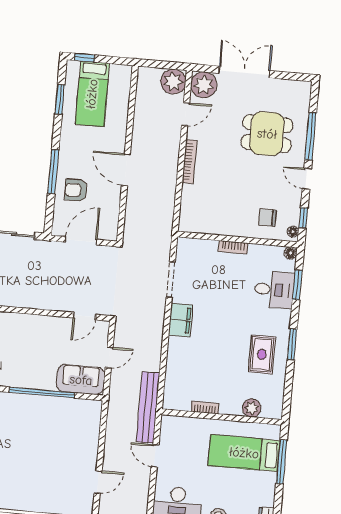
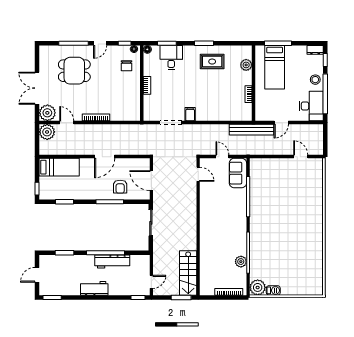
bed: (92, 94) -> (59, 167), moved
dining table: (267, 134) -> (74, 71), turned 90
filing cabinet: (181, 320) -> (190, 114), width x0.50

